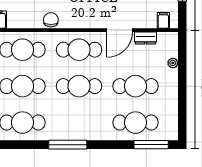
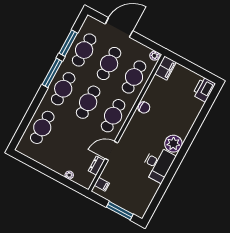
door: (120, 30) -> (111, 151), hinge flipped
cafe table: (136, 86) -> (63, 89), moved
window: (151, 145) -> (68, 43), moved

